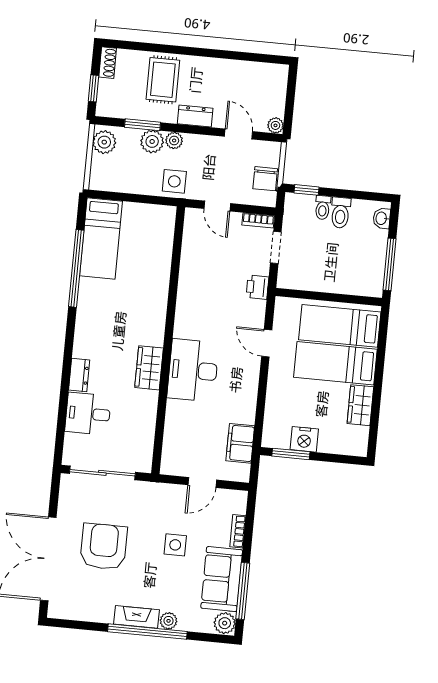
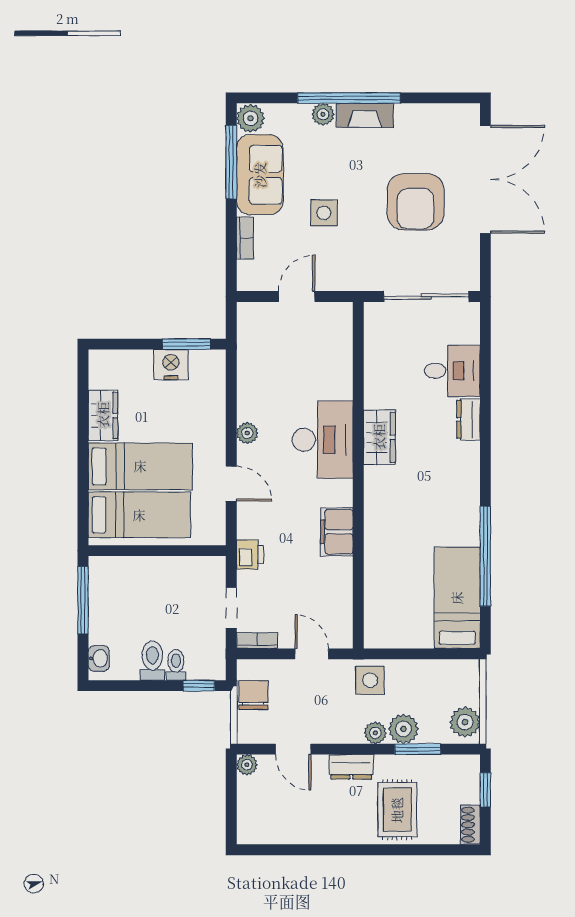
plant: (251, 381) -> (247, 433), added
filing cabinet: (240, 443) -> (337, 532), moved, turned 180

